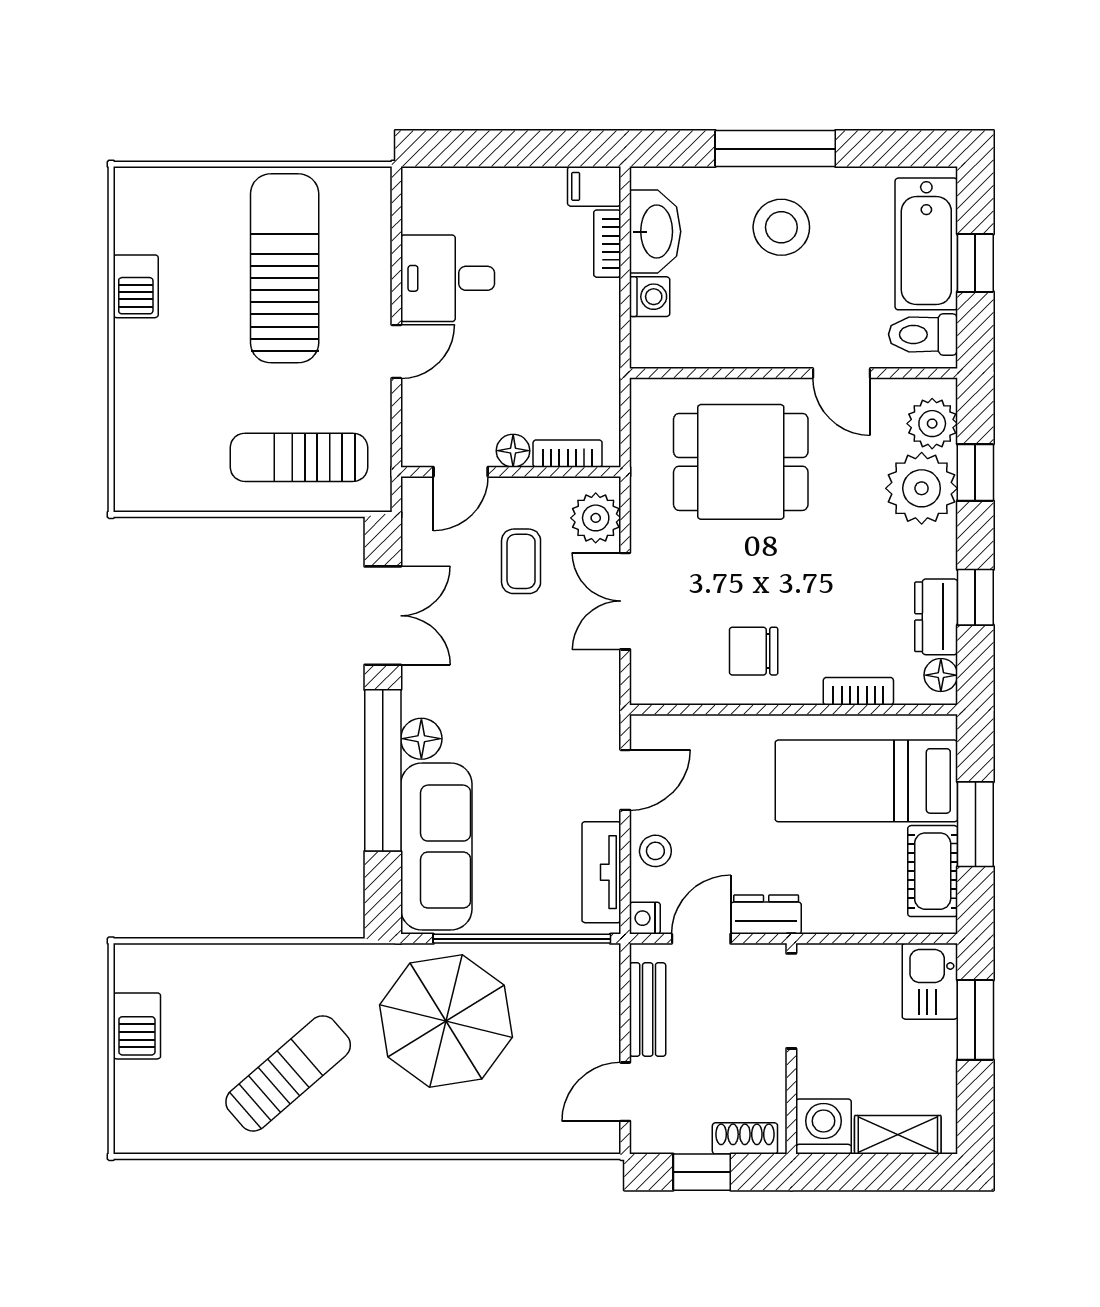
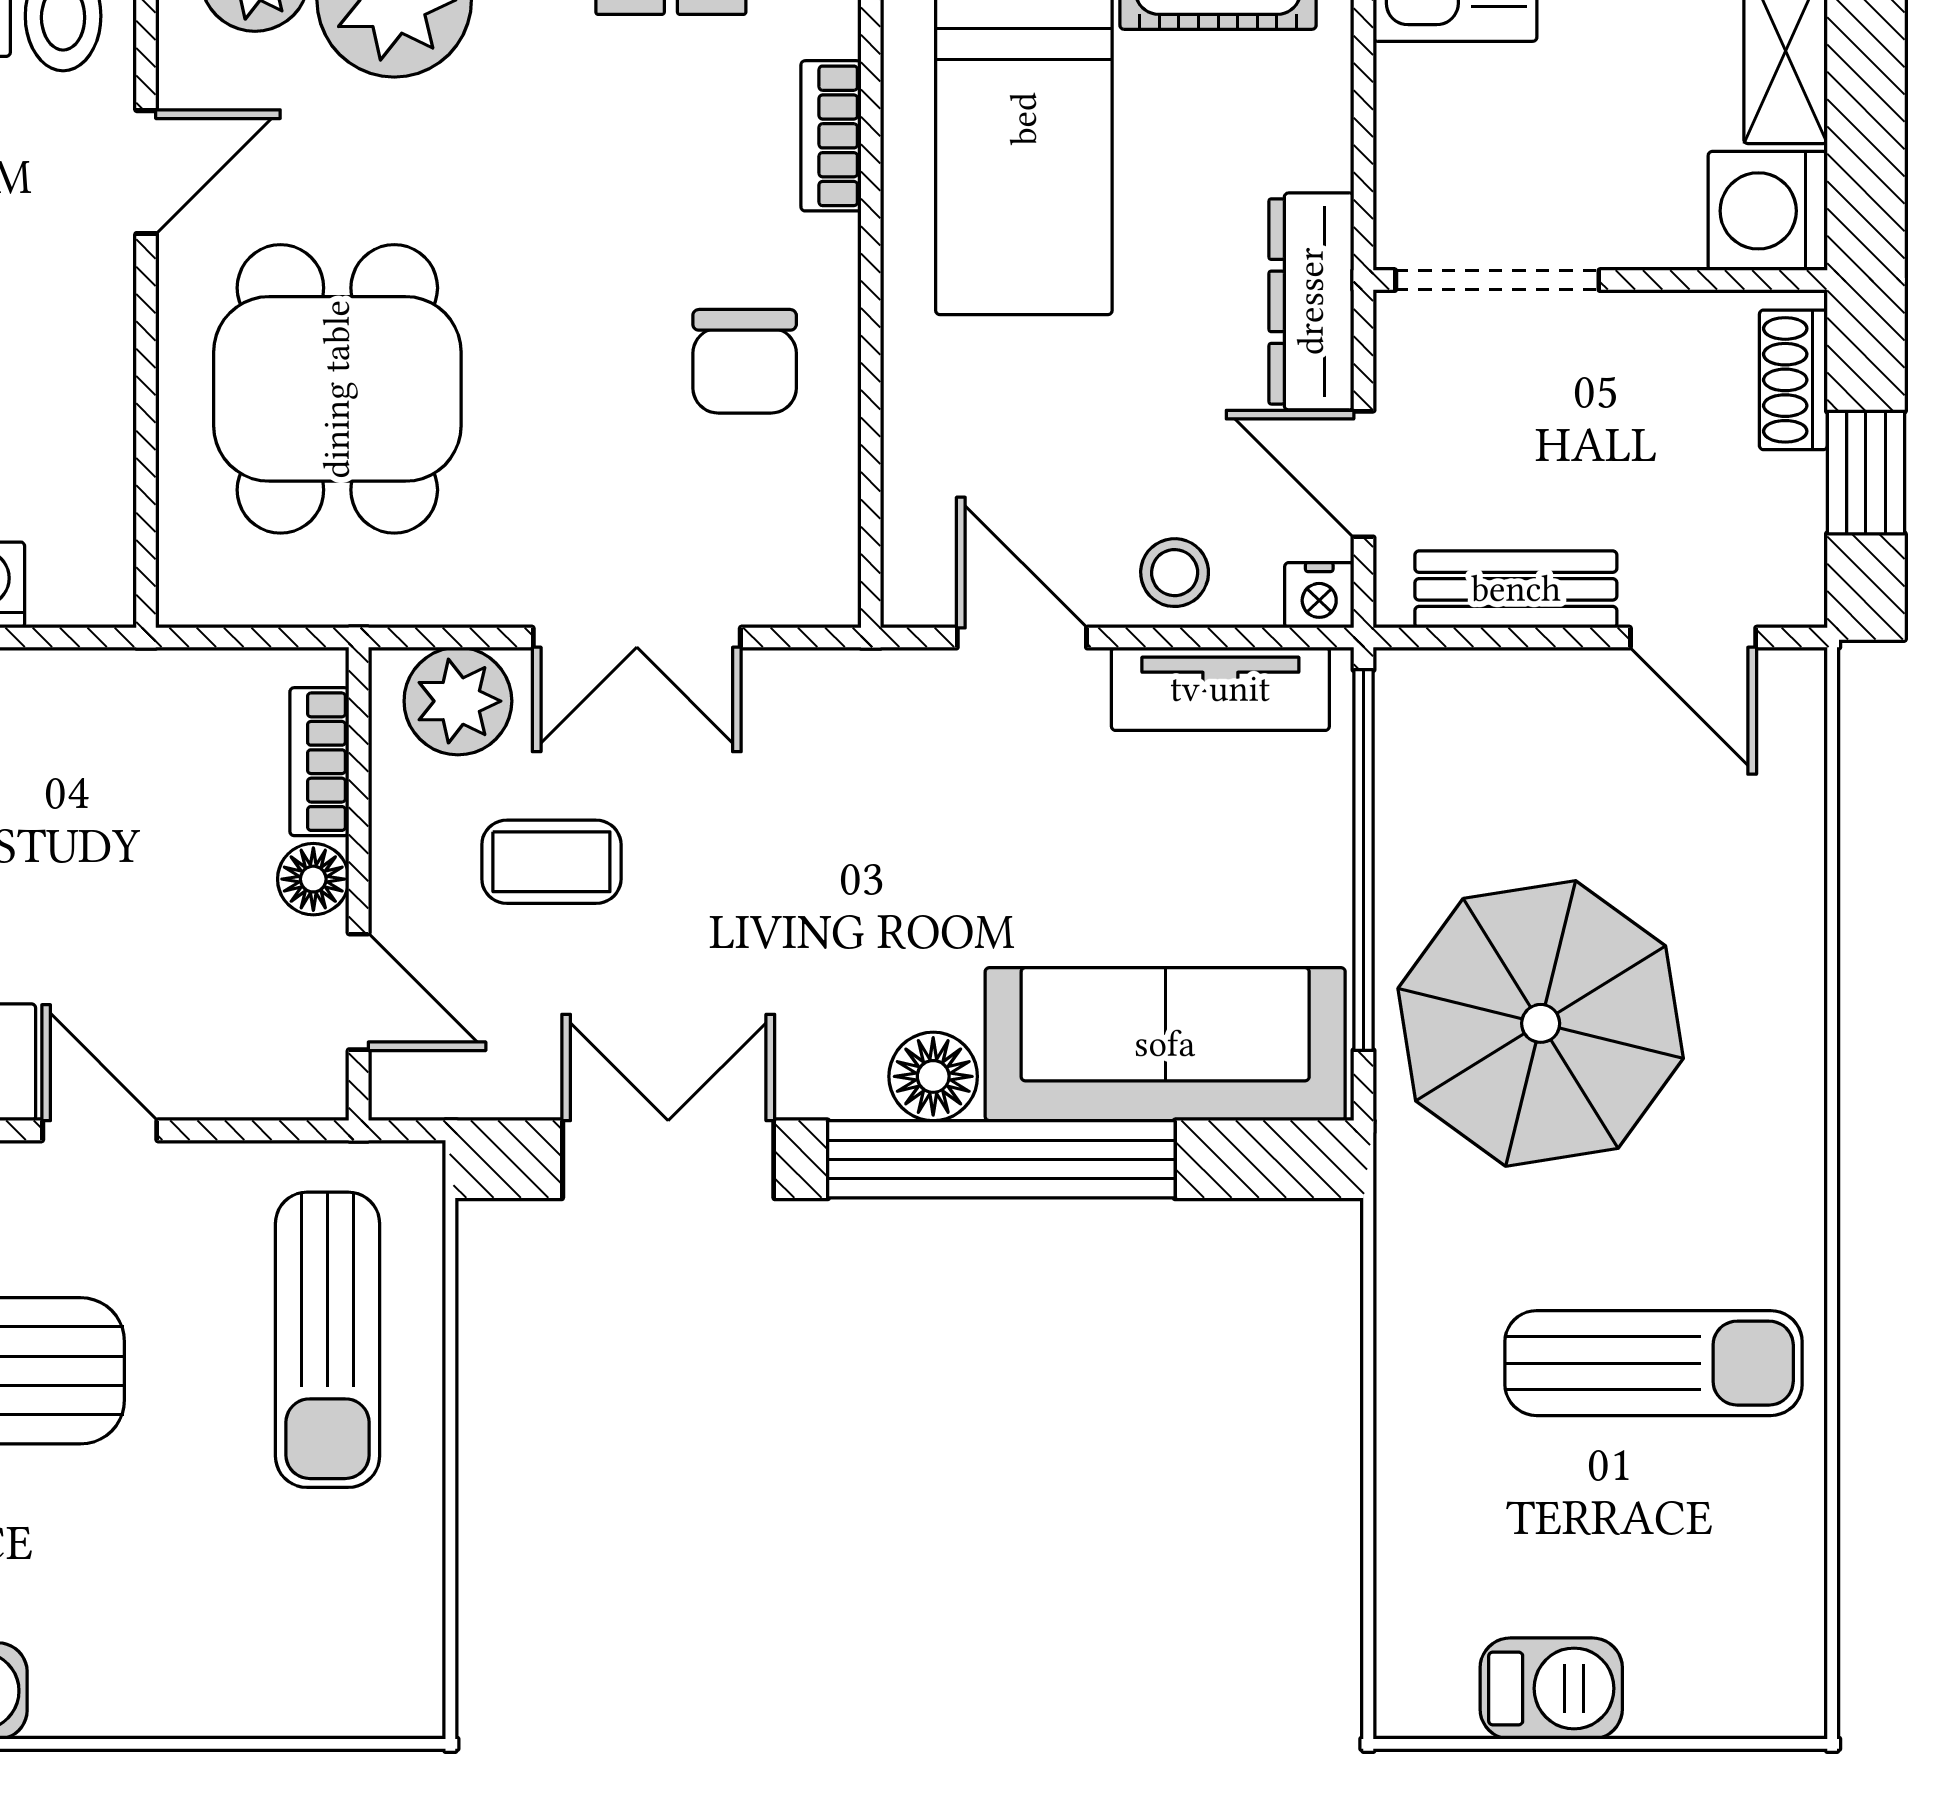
dresser: (766, 914) -> (1311, 301), width x1.44
sun lounger: (288, 1073) -> (1654, 1363), turned 131

